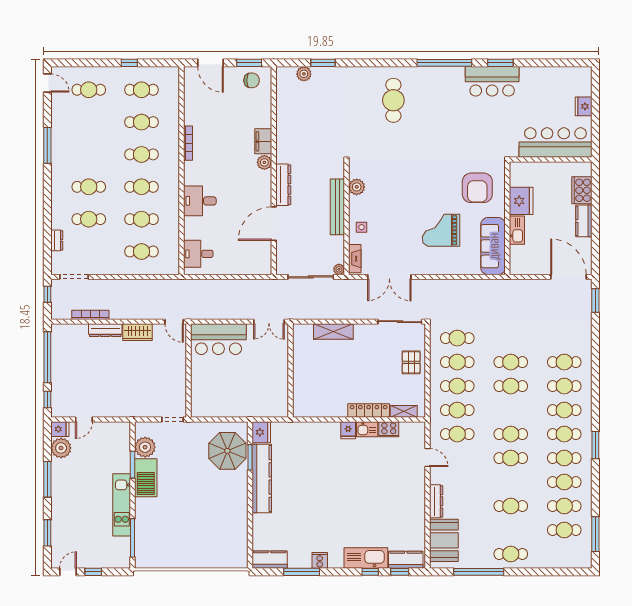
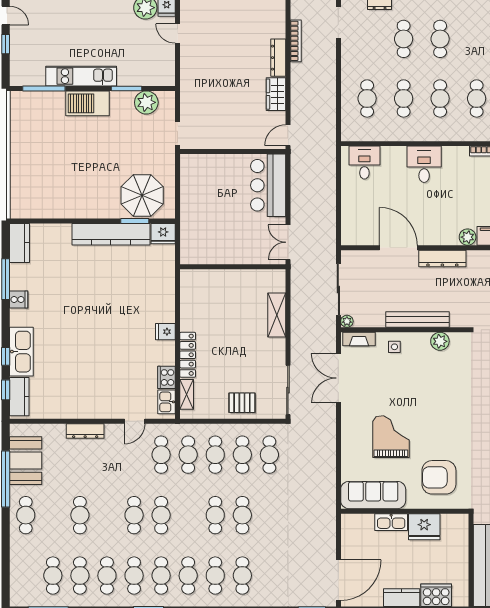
kitchen sink: (367, 429) -> (167, 402), moved
barbecue: (146, 478) -> (88, 103), moved
booth: (444, 540) -> (26, 461), moved, turned 90

